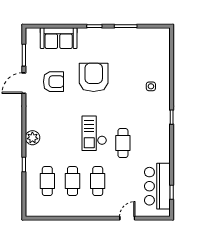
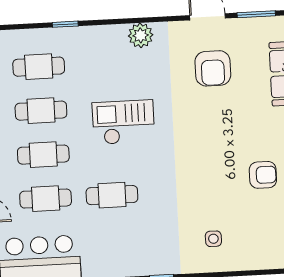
armchair: (94, 77) -> (263, 175), moved, width x0.53, depth x0.53
checkout: (94, 133) -> (123, 122), moved
plant: (32, 138) -> (141, 35), moved
cafe table: (123, 181) -> (46, 199), added

